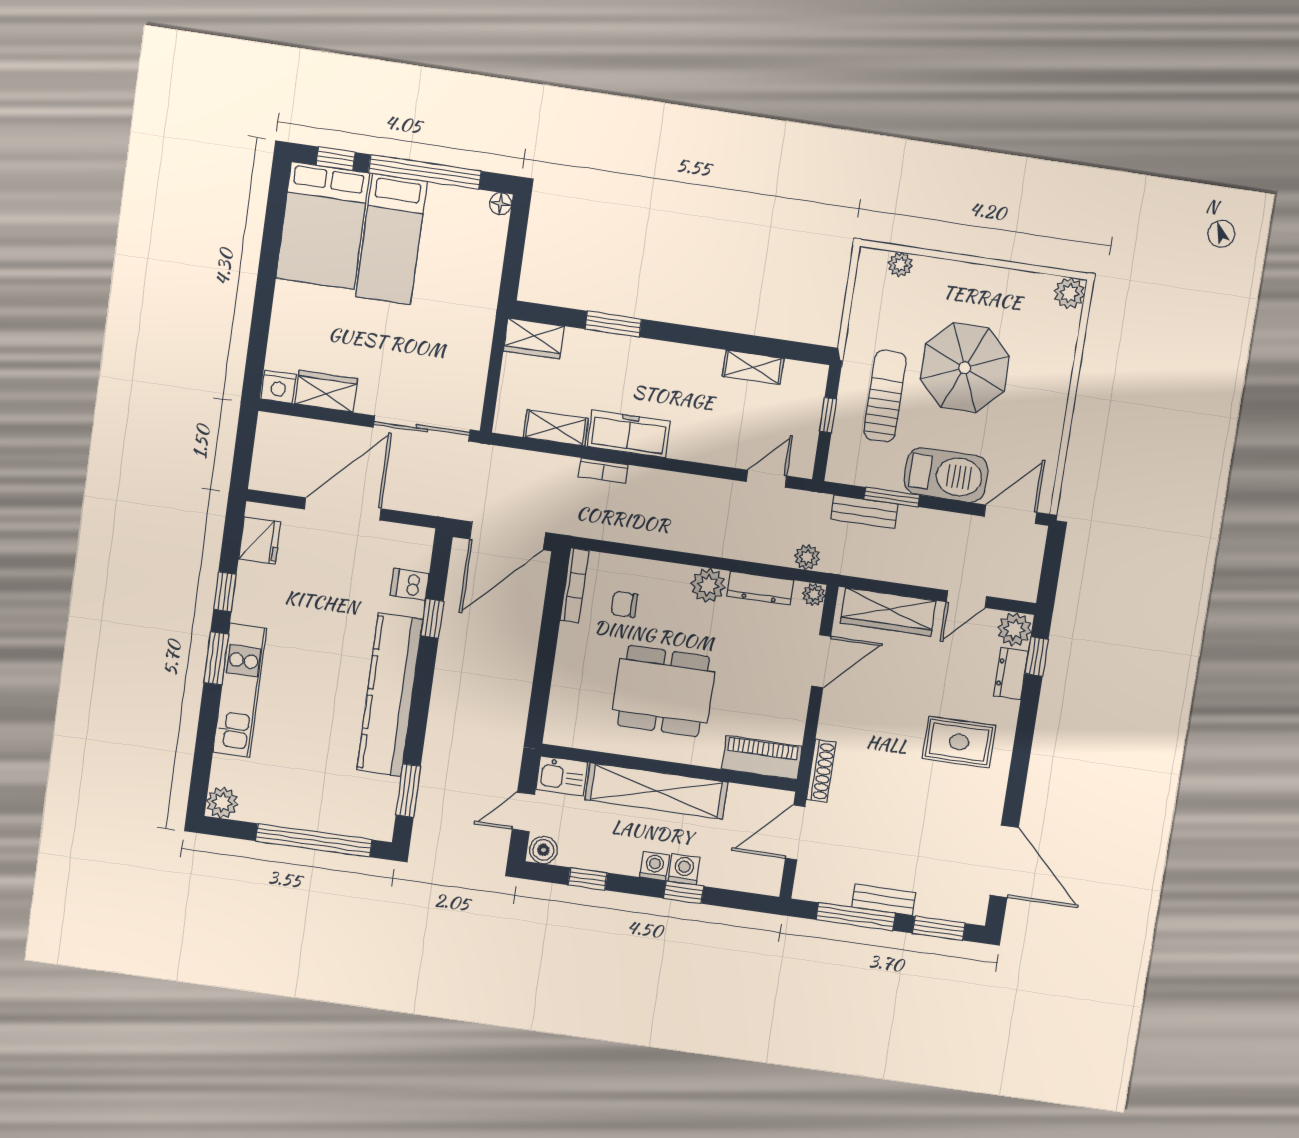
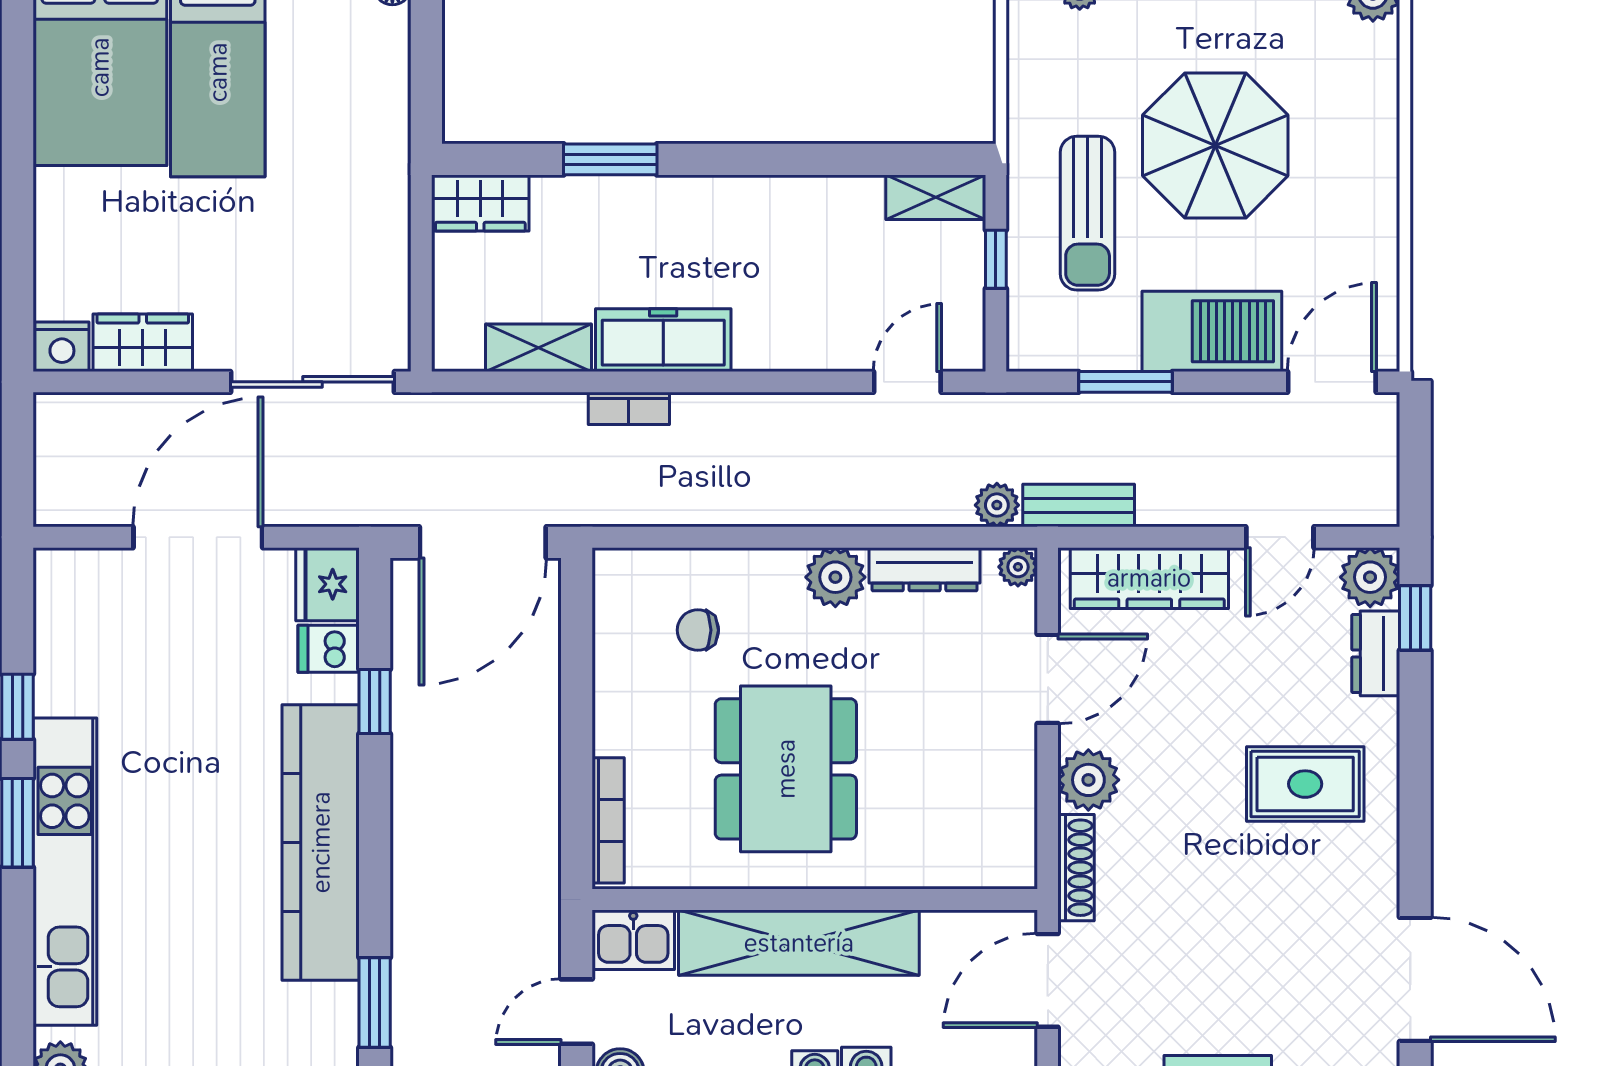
shelving: (753, 367) -> (936, 197), moved
sun lounger: (885, 396) -> (1088, 213), turned 180
bench: (864, 512) -> (1079, 506), moved
fridge: (260, 540) -> (328, 584), moved, turned 180
bookcase: (574, 585) -> (608, 820), moved
kitchen unit: (240, 690) -> (65, 872), width x1.36
dining table: (663, 691) -> (786, 769), turned 90
plant: (836, 722) -> (1088, 780), added
piano: (762, 758) -> (971, 860), removed

